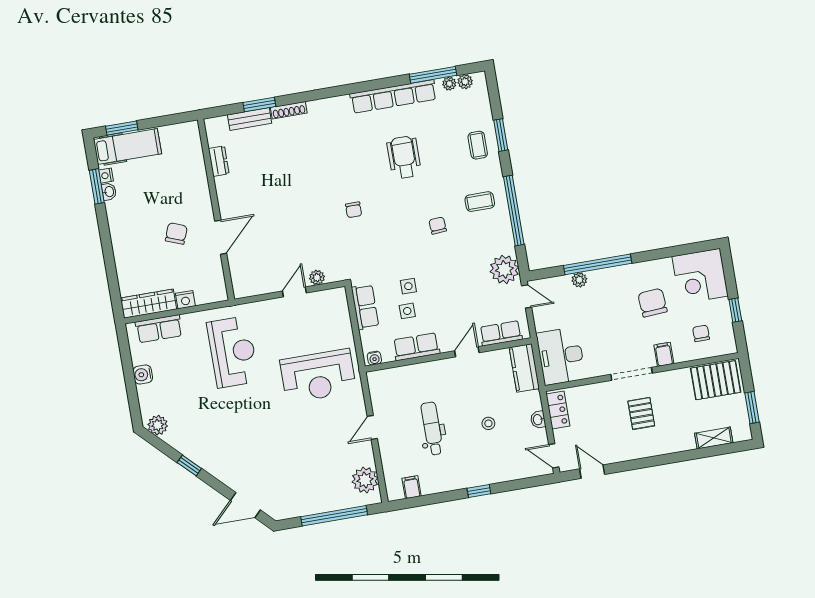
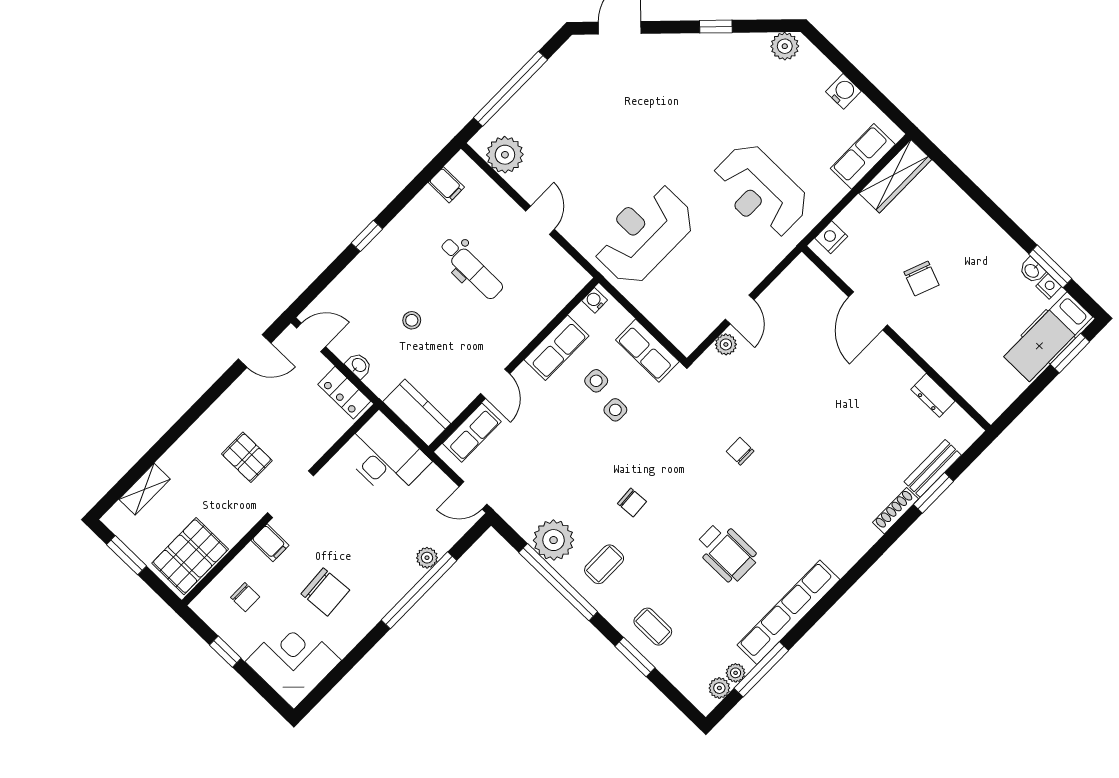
plant: (504, 269) -> (554, 540), moved
nightstand: (185, 300) -> (831, 237), moved

